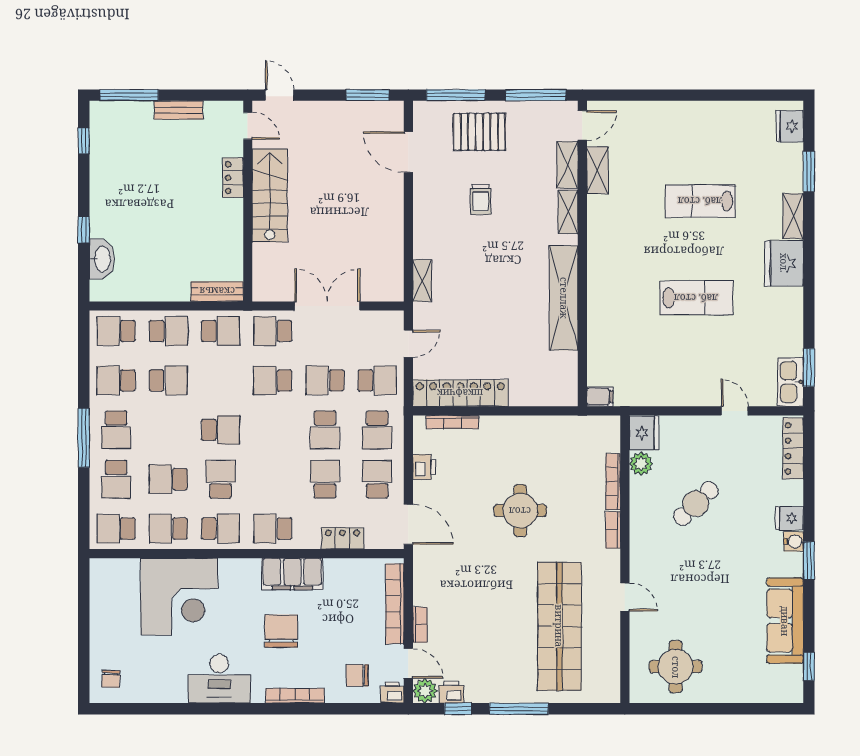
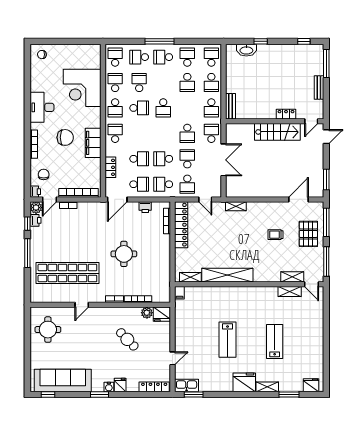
shelving: (568, 212) -> (190, 277), moved
school desk: (273, 380) -> (187, 133), turned 180
sofa: (785, 621) -> (63, 380), width x1.36, depth x1.27

